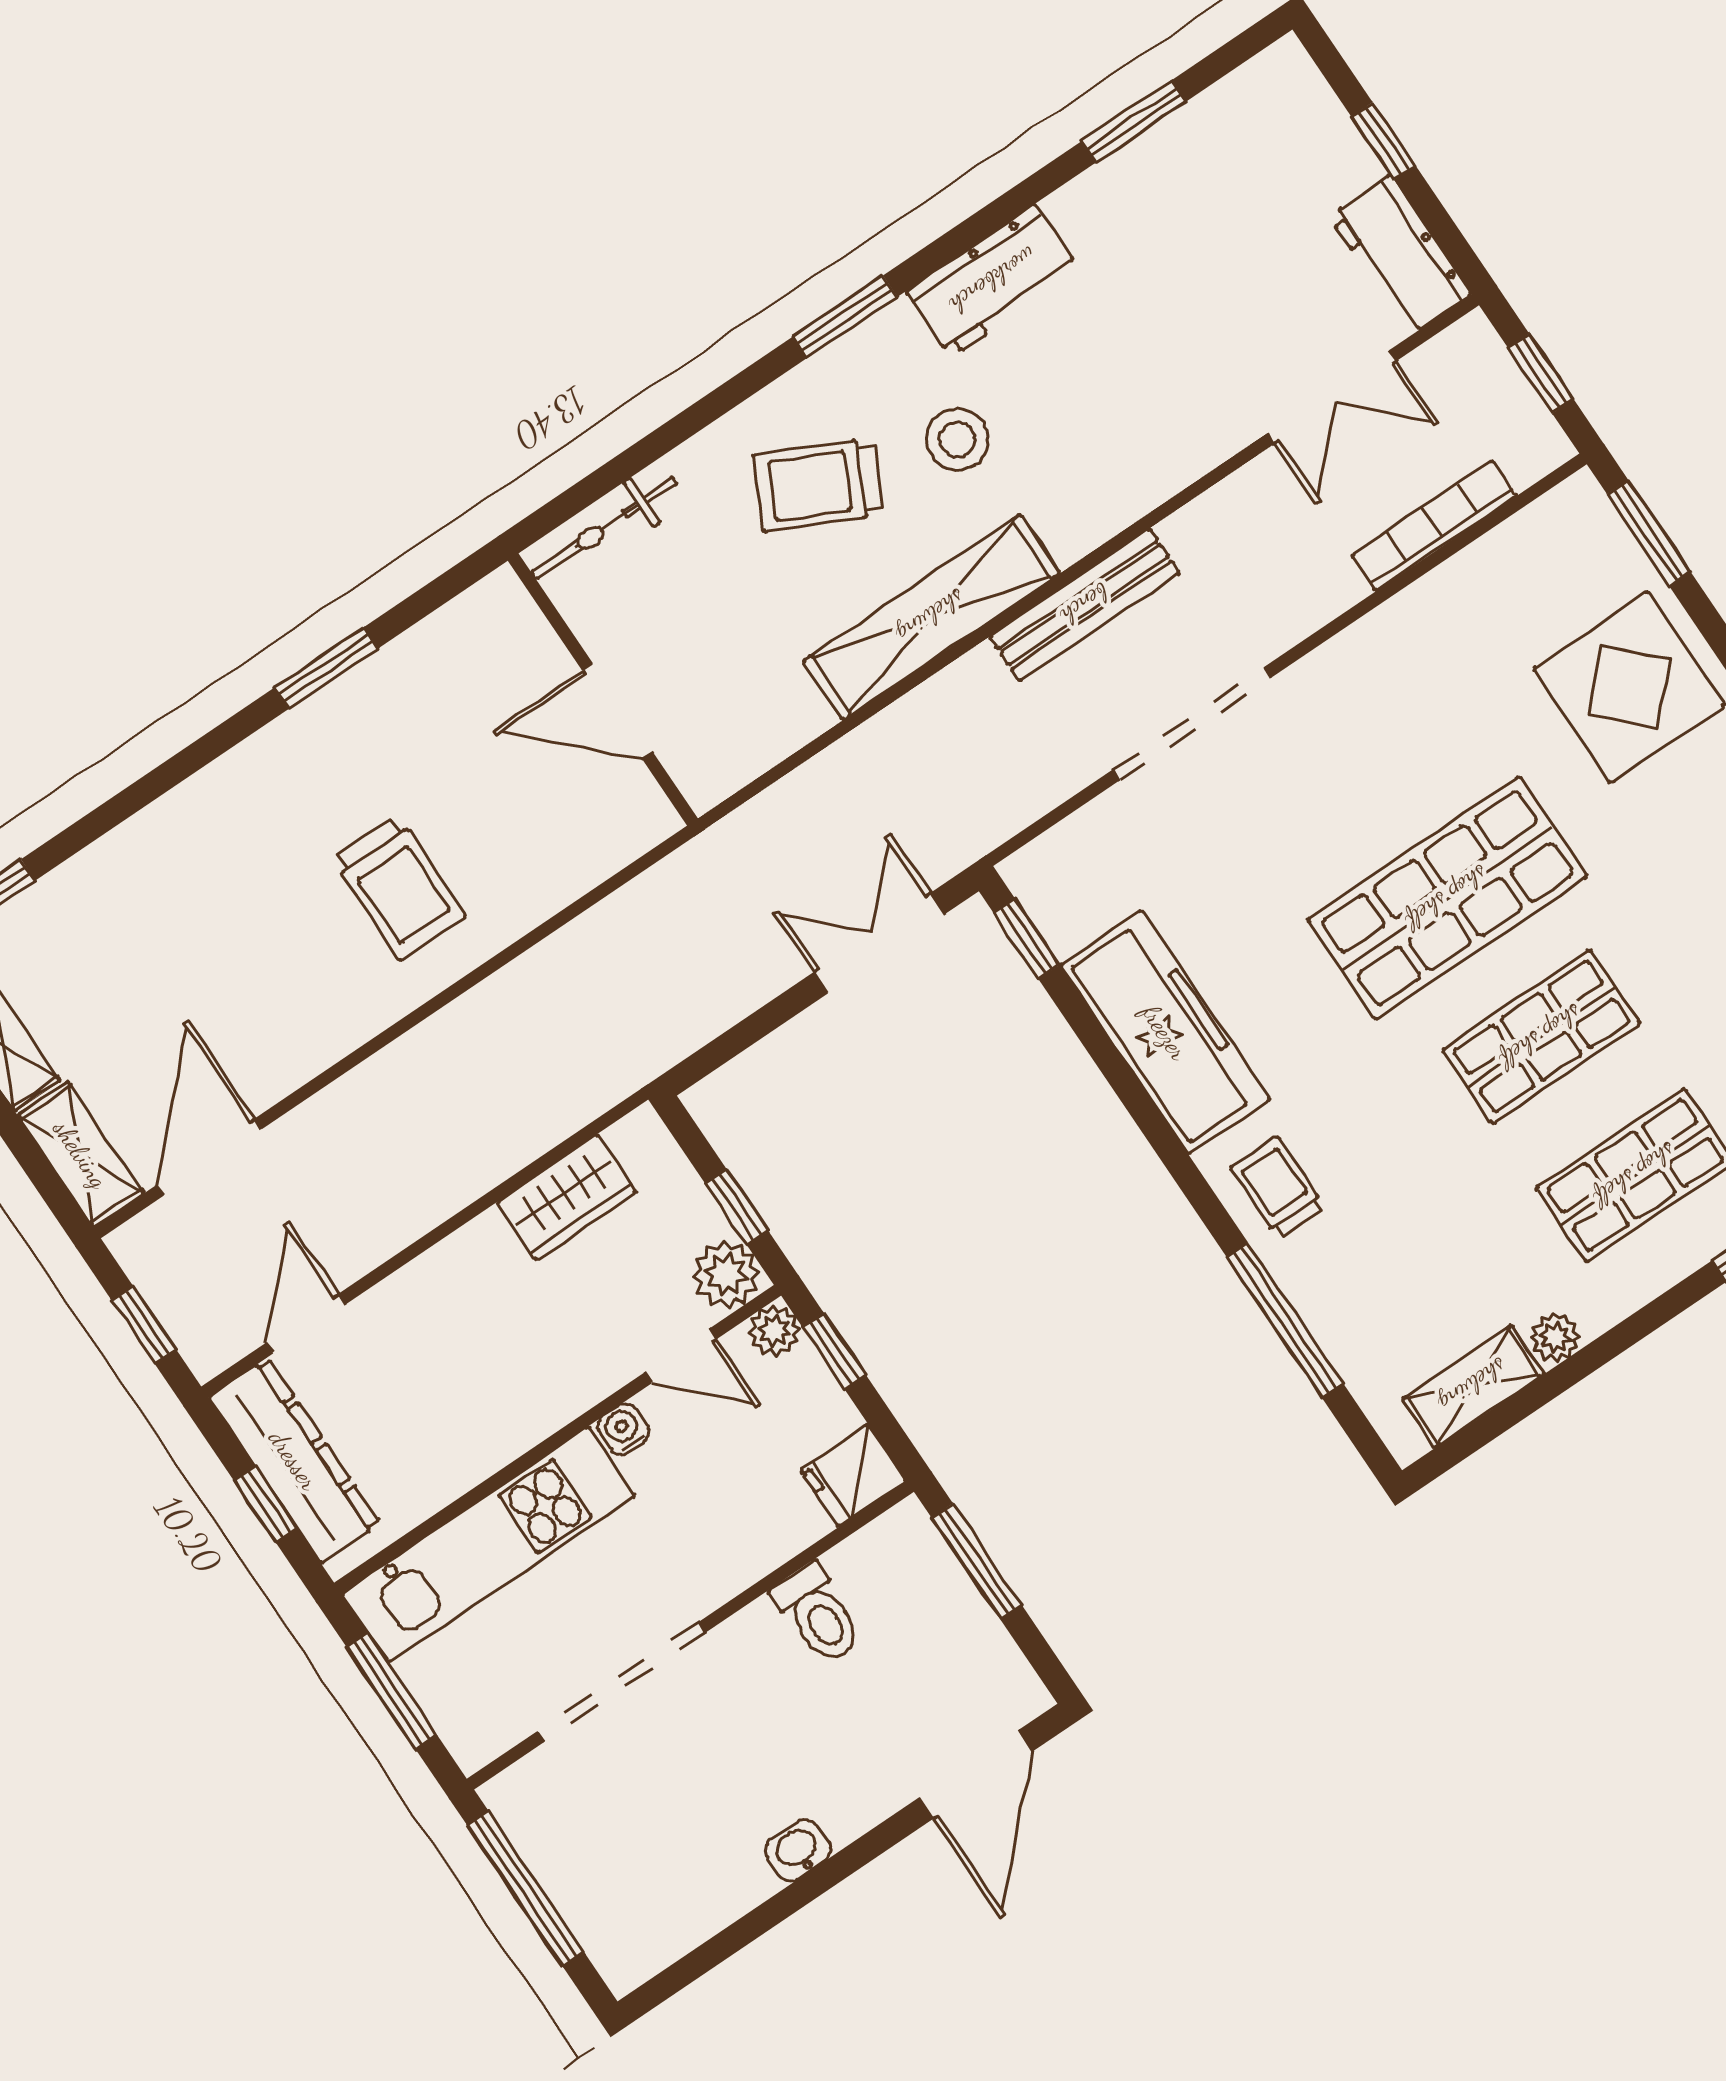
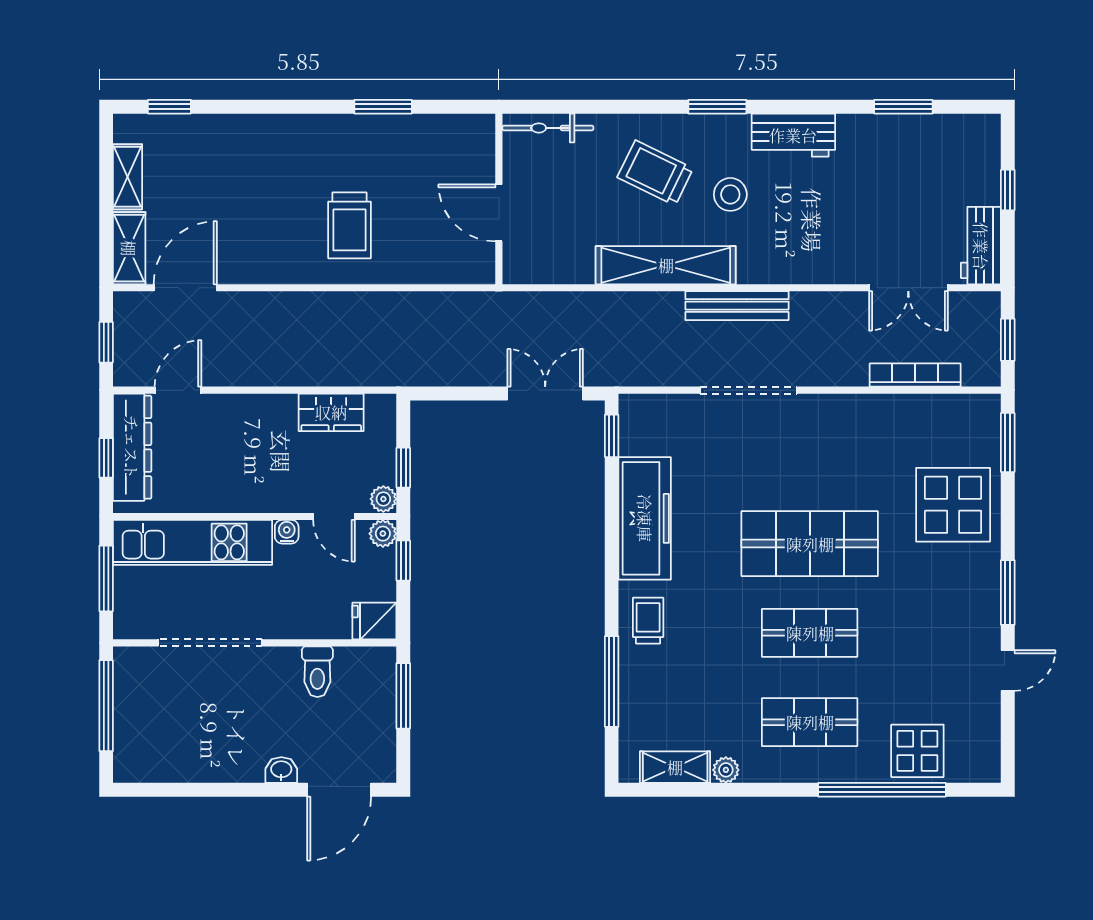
plant: (726, 1274) -> (383, 499), width x0.73, depth x0.73
washbasin: (798, 1850) -> (281, 770), moved

